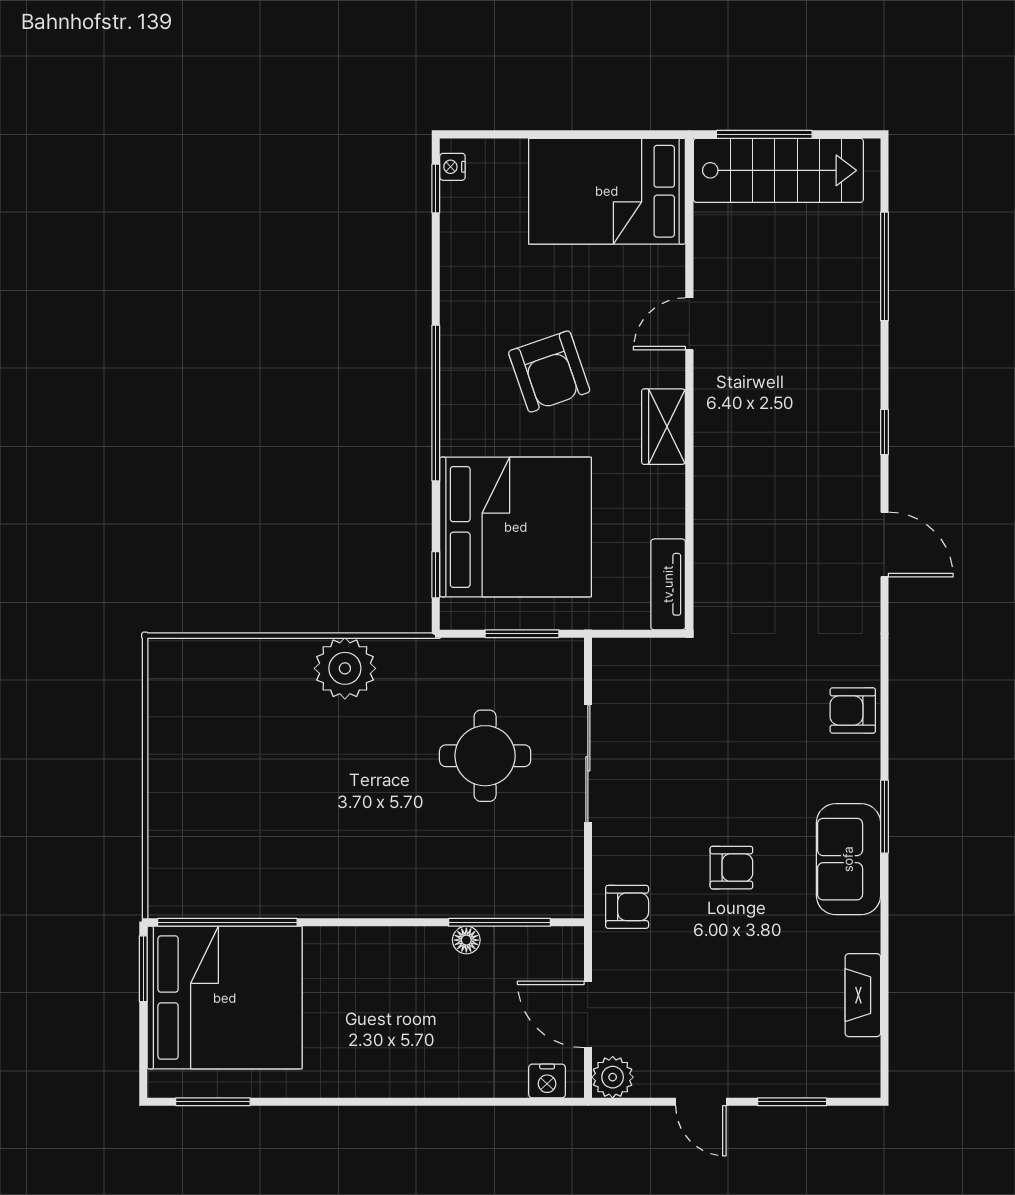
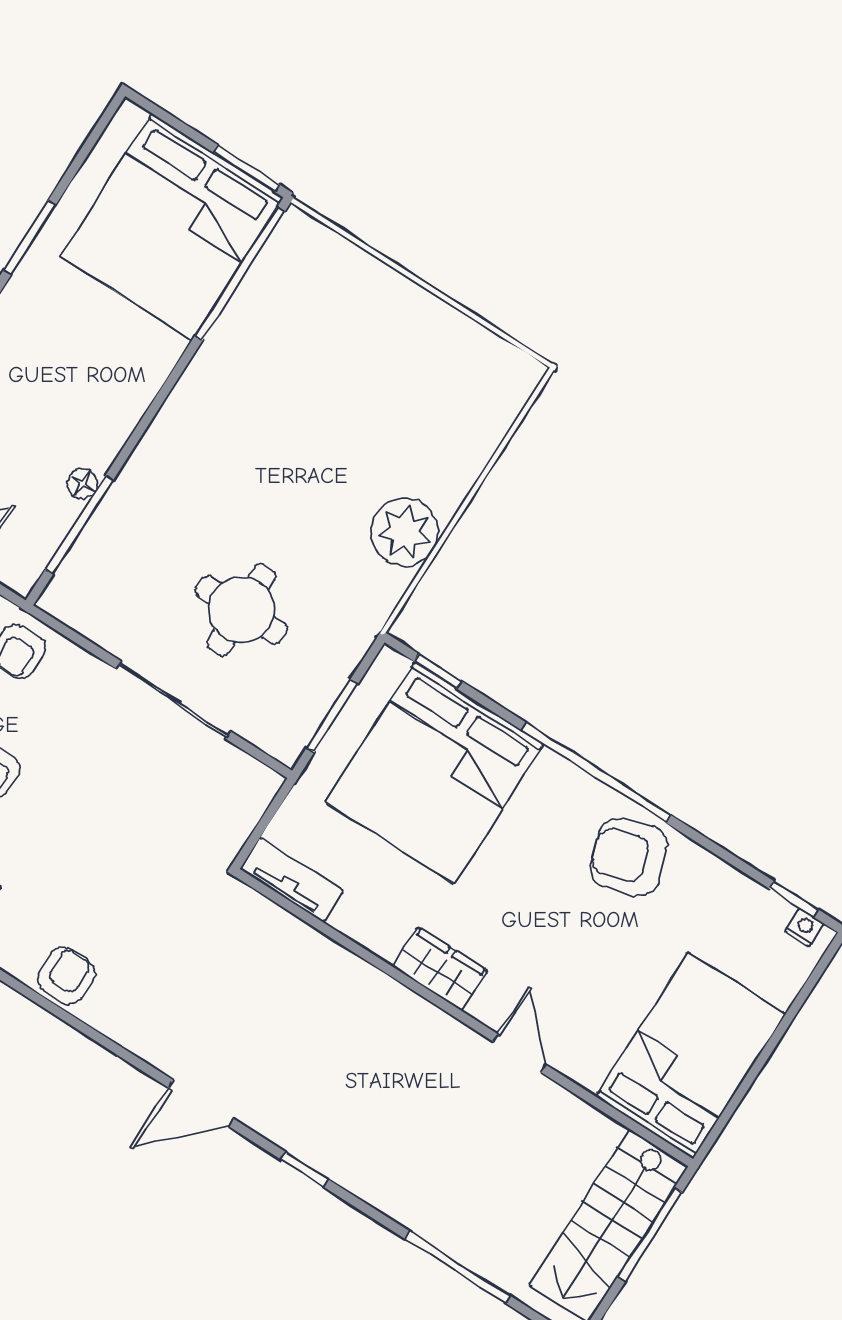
armchair: (549, 372) -> (629, 857), moved
window: (213, 1102) -> (30, 237), moved

